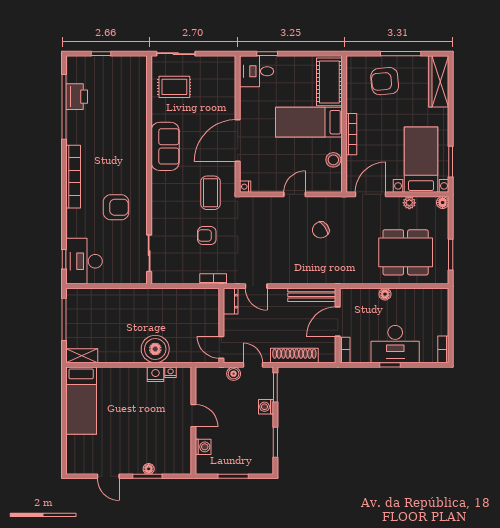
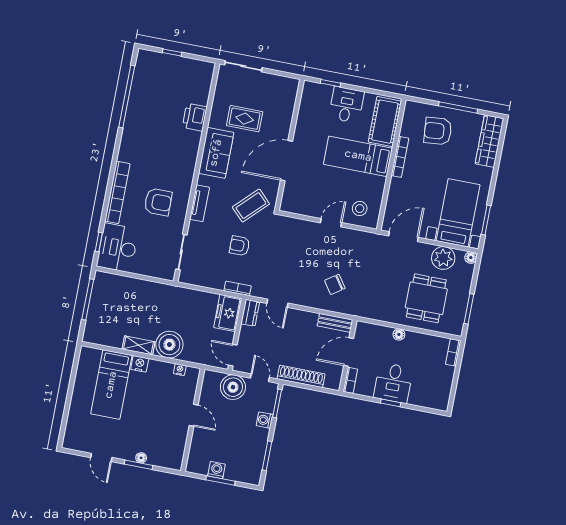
desk: (257, 71) -> (346, 105), moved, turned 90
rug: (174, 87) -> (245, 119), moved
printer: (77, 97) -> (195, 117), moved, turned 180
bookcase: (351, 134) -> (400, 157), moved
stool: (333, 160) -> (360, 209), moved
bookcase: (73, 177) -> (117, 192), moved
nightstand: (245, 187) -> (285, 206), removed
coffee table: (210, 193) -> (251, 206), turned 45
tv unit: (158, 200) -> (199, 203), added
plant: (409, 203) -> (443, 258), width x1.87, depth x1.87
chair: (321, 230) -> (335, 284), moved
dining table: (406, 252) -> (426, 298), width x0.73
bench: (312, 295) -> (335, 323), width x0.73
freezer: (208, 306) -> (228, 313), added
desk: (395, 344) -> (393, 383), width x0.73
bookcase: (443, 349) -> (453, 352), moved
shelving: (82, 356) -> (139, 345), moved
nightstand: (156, 374) -> (140, 364), moved
boiler: (234, 374) -> (233, 387), width x1.86, depth x1.86
bed: (81, 401) -> (111, 385), moved
washing machine: (203, 447) -> (216, 470), moved, turned -90

